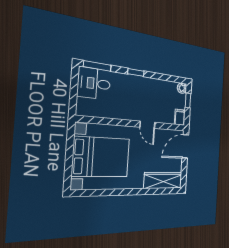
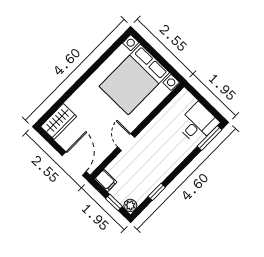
window: (136, 72) -> (157, 192), moved
door: (147, 125) -> (126, 142), hinge flipped
wardrobe: (163, 180) -> (59, 121), width x0.67

